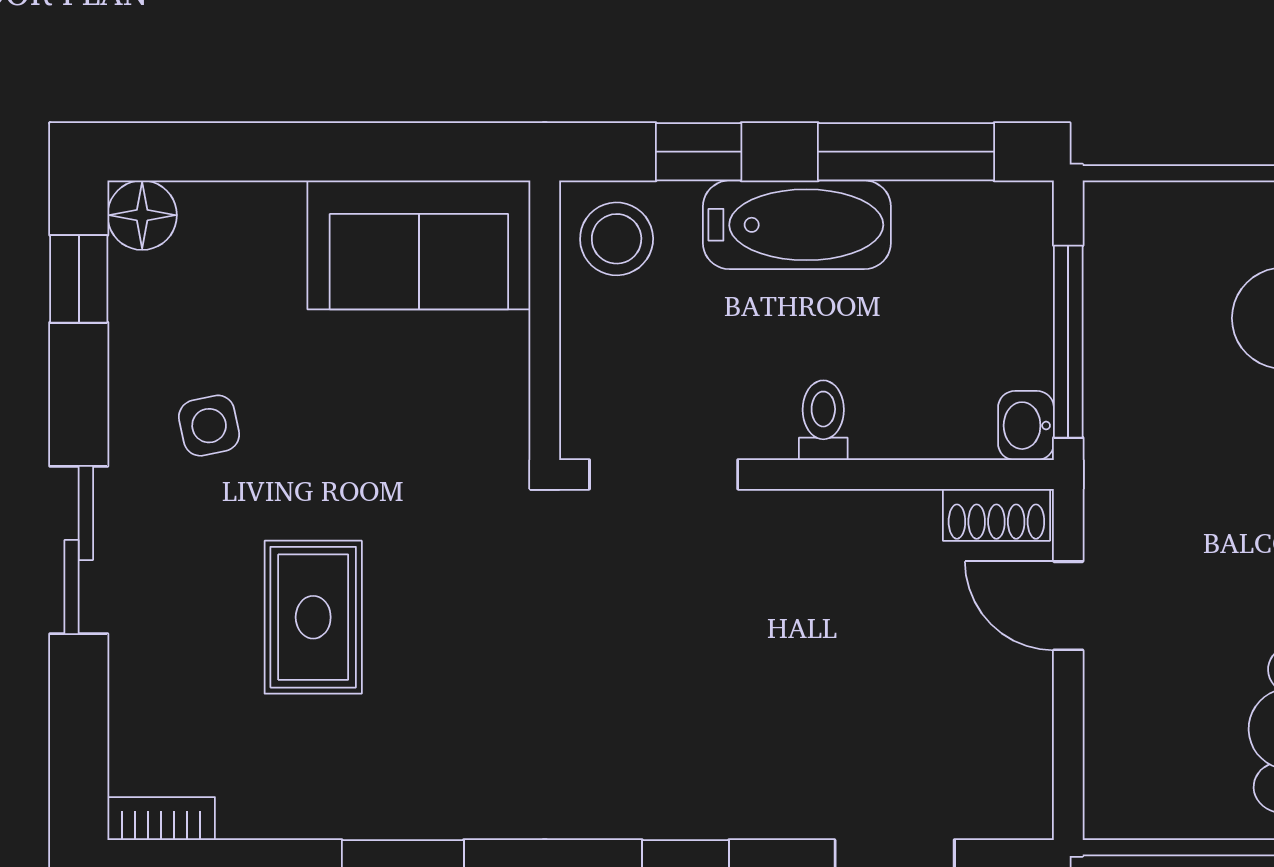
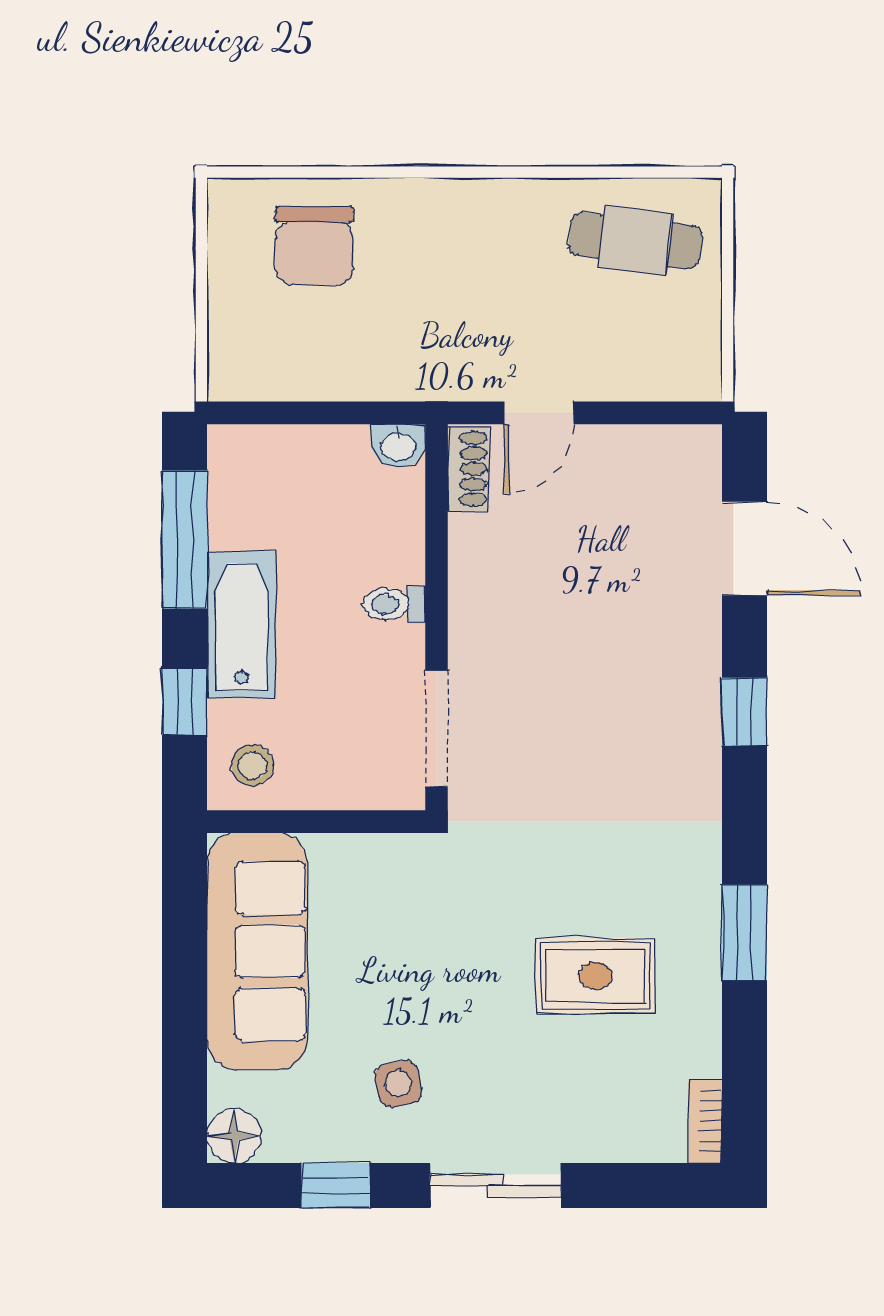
stool: (617, 239) -> (253, 766), width x0.73, depth x0.73
sofa: (419, 245) -> (257, 951), width x1.36
window: (79, 279) -> (336, 1185), moved
window: (1068, 342) -> (333, 413), removed
rug: (313, 617) -> (596, 976), moved

